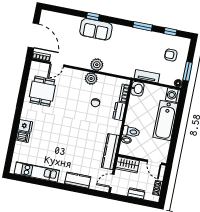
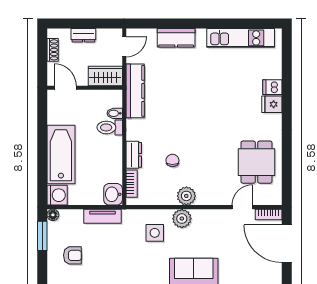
side table: (116, 59) -> (155, 233), added

